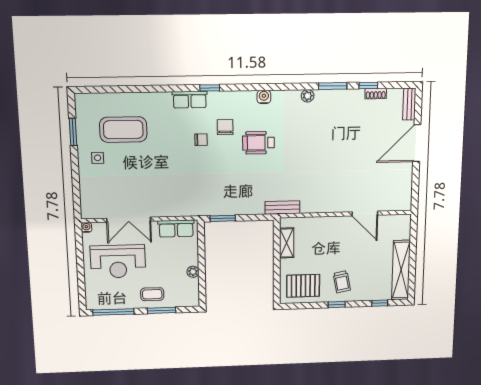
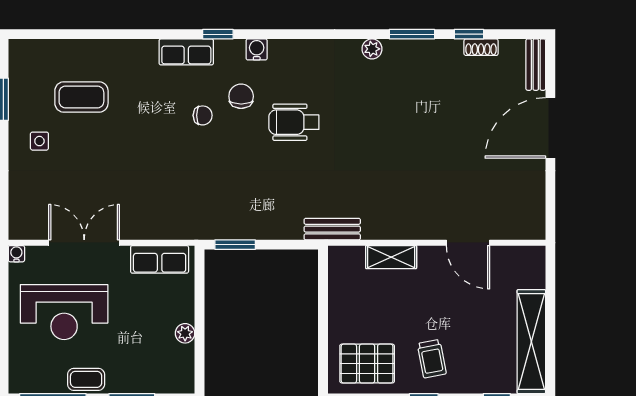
water cooler: (264, 97) -> (257, 49), moved
coffee table: (123, 130) -> (81, 97), width x0.73, depth x0.76
double door: (129, 220) -> (84, 243), swing flipped
shelving: (287, 243) -> (391, 257), moved, turned 90
coffee table: (152, 294) -> (86, 379), moved

